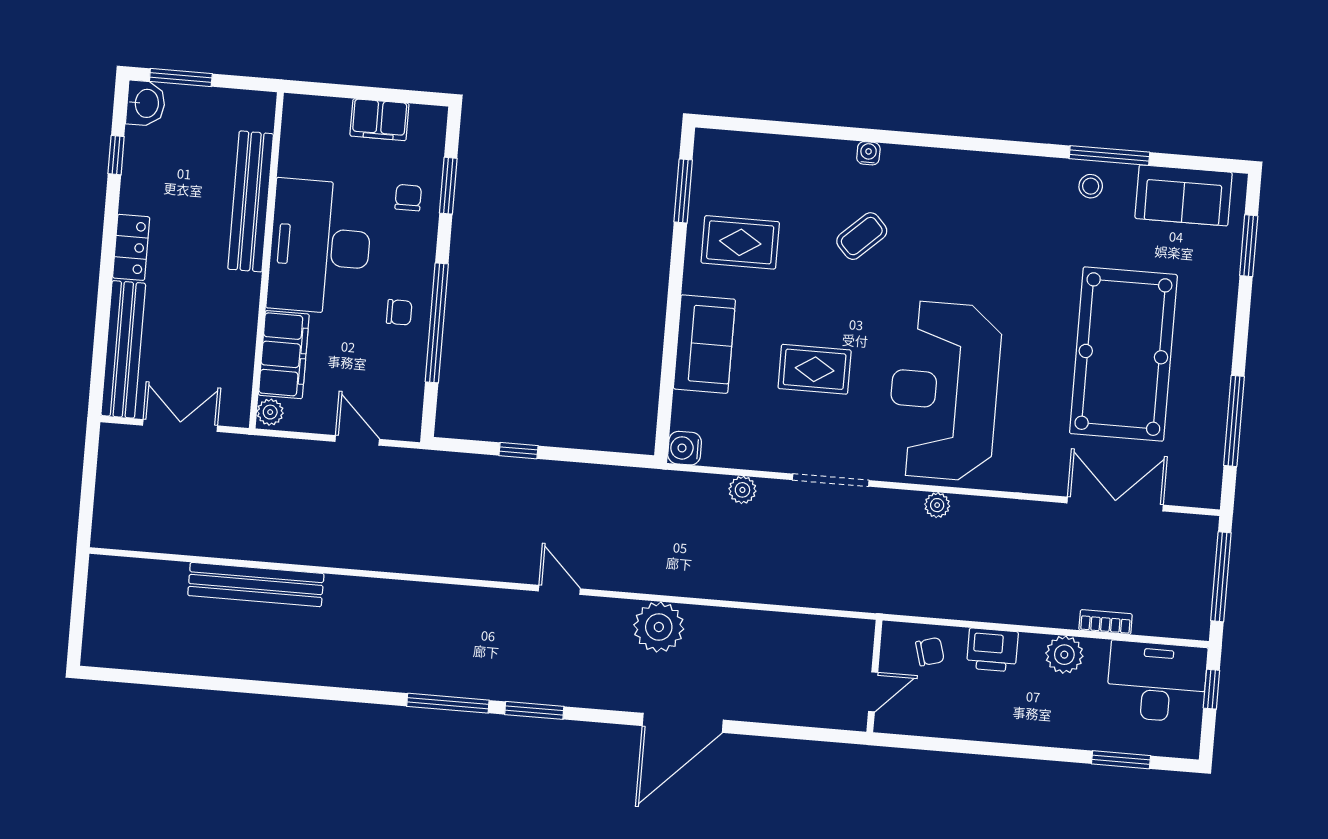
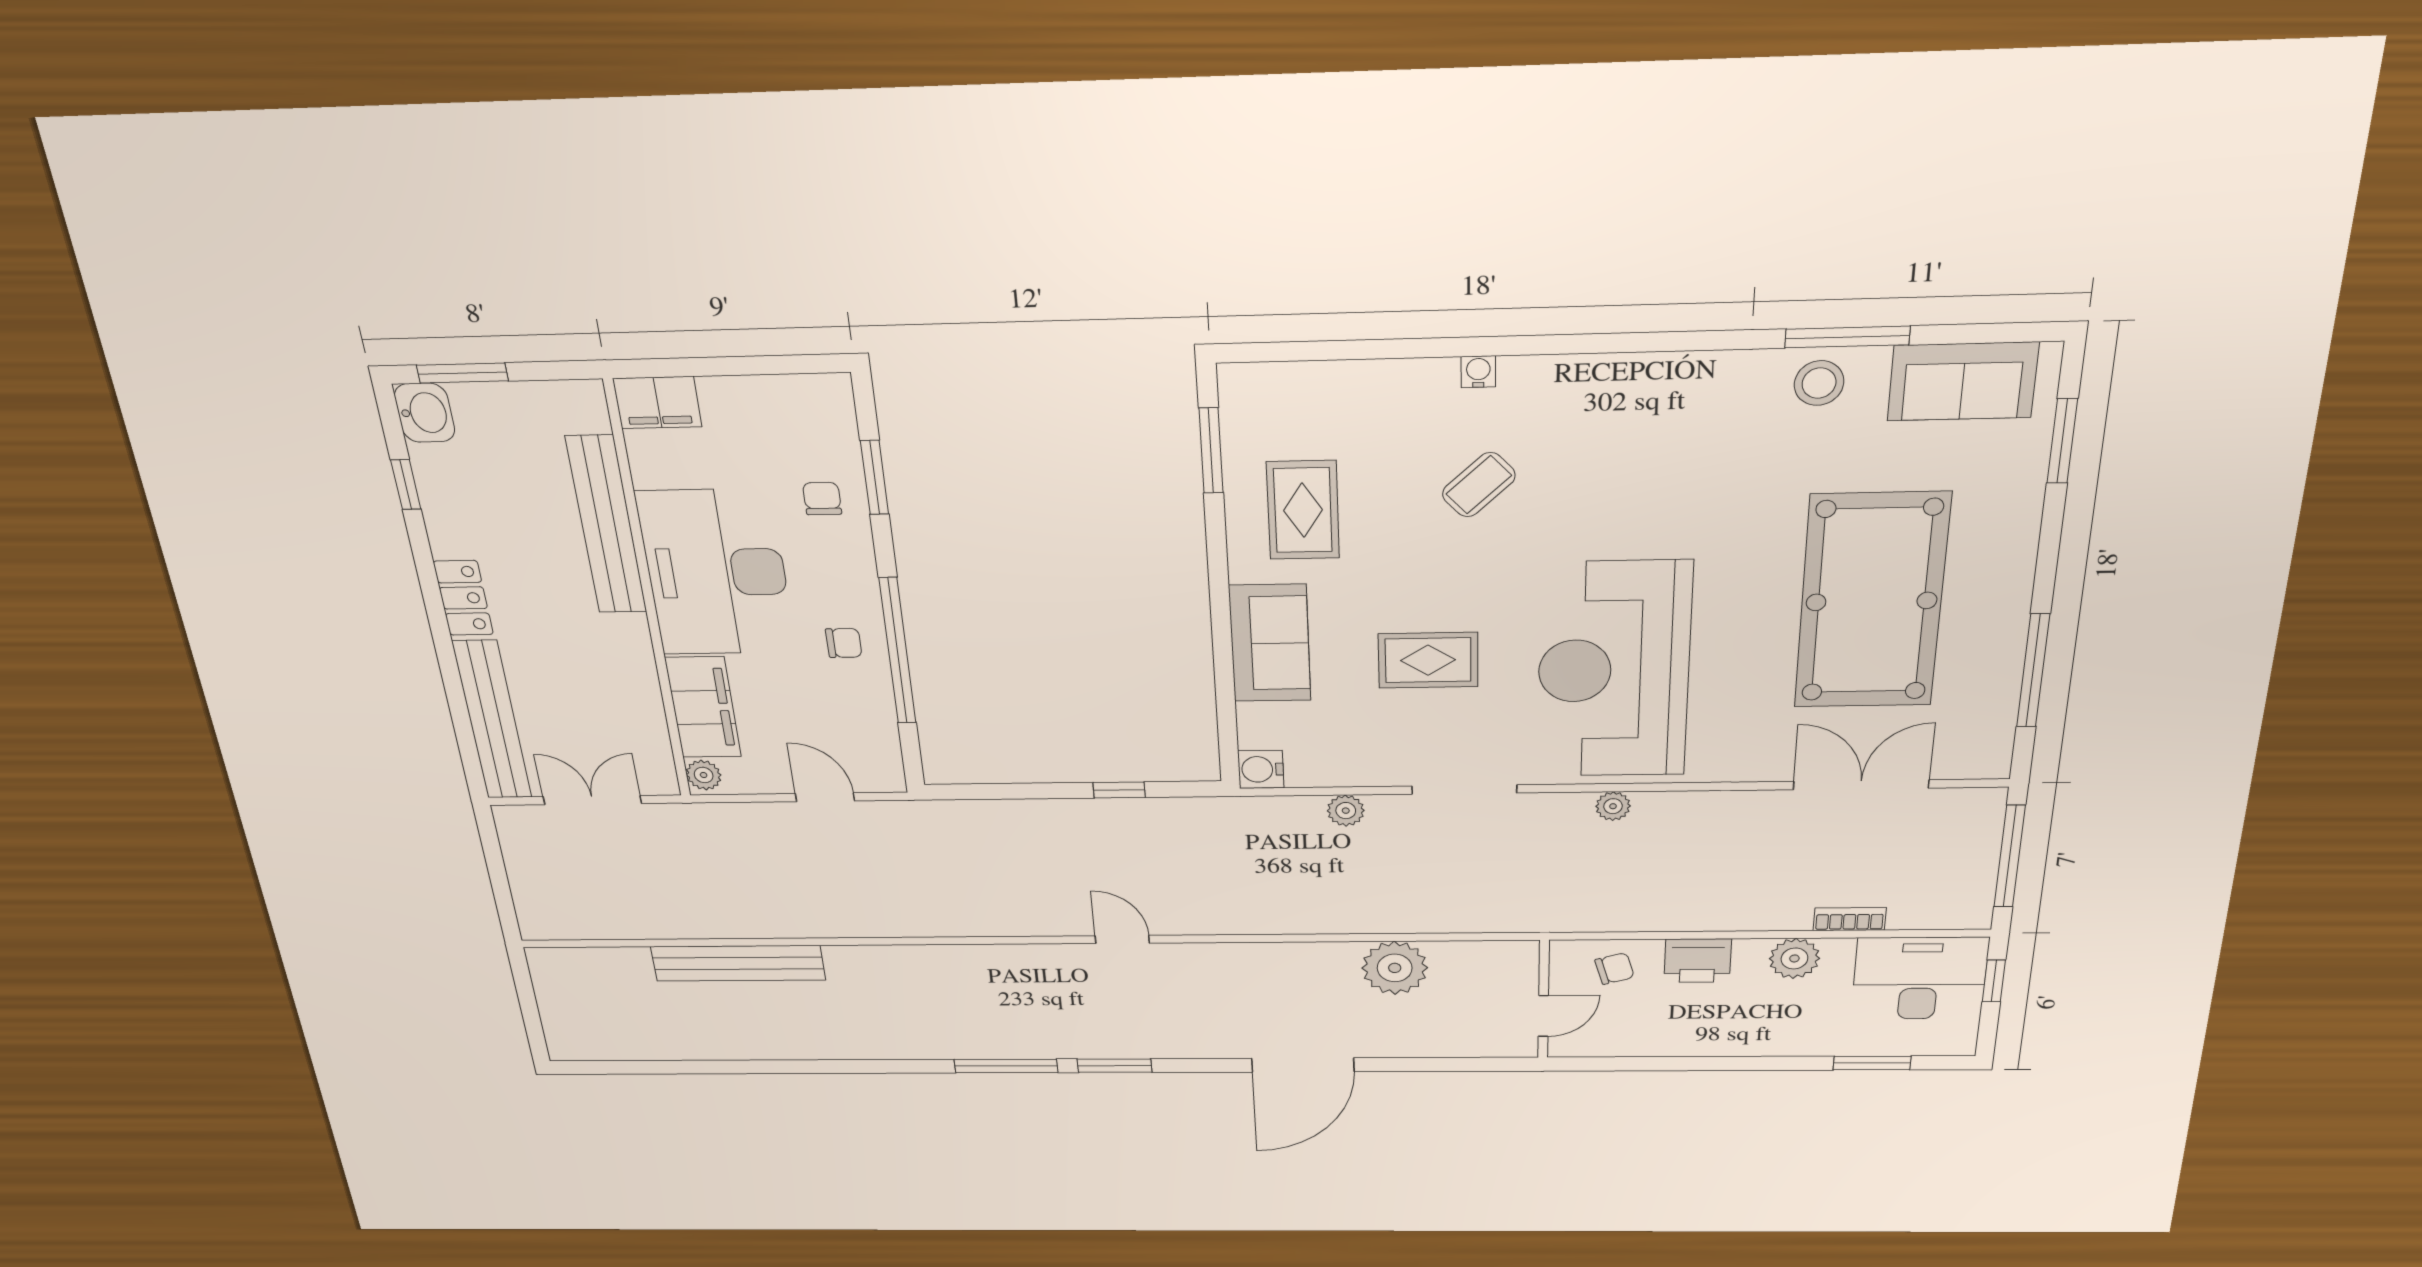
filing cabinet: (379, 120) -> (657, 403), moved
stool: (1091, 186) -> (1819, 383), width x1.37, depth x1.37
rug: (740, 242) -> (1303, 510), turned 90
window: (519, 451) -> (1119, 790), moved
plant: (659, 627) -> (1395, 968), moved

